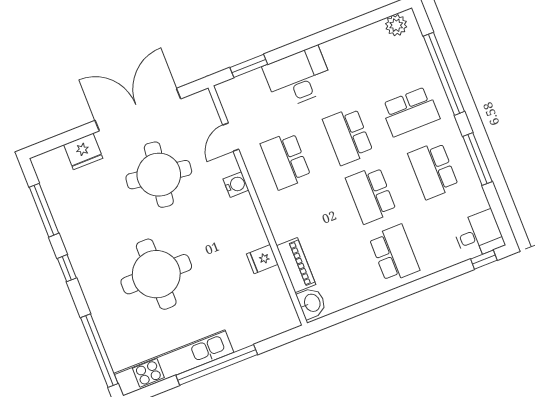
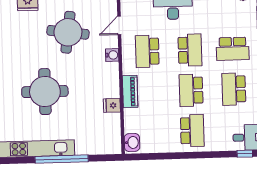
school desk: (348, 136) -> (190, 50), turned 180
piano: (296, 265) -> (130, 92), moved

